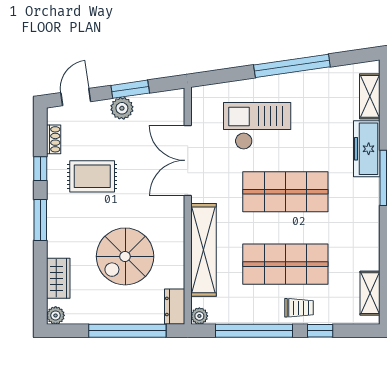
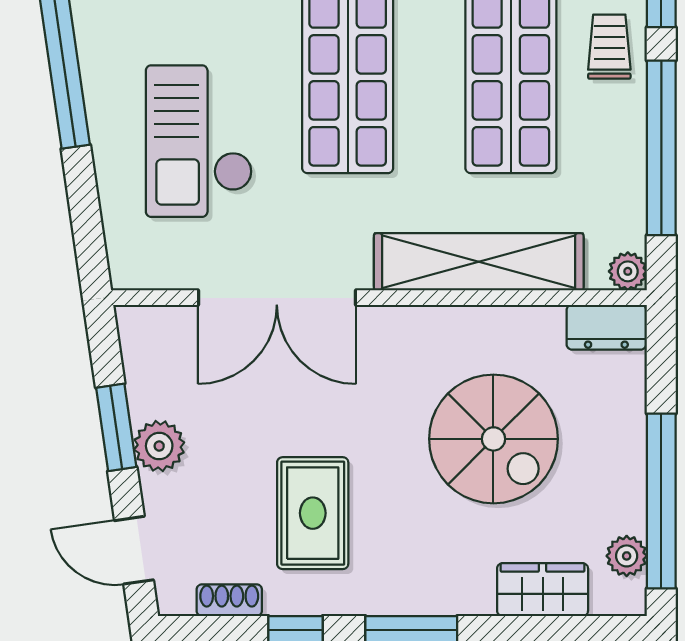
plant: (56, 315) -> (627, 556), moved
window: (127, 331) -> (661, 501), moved

